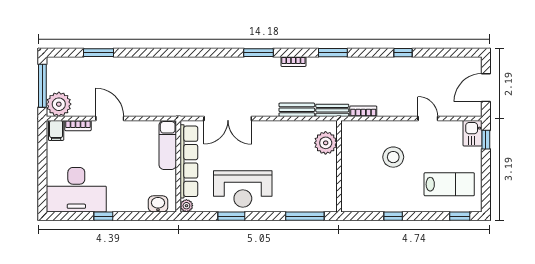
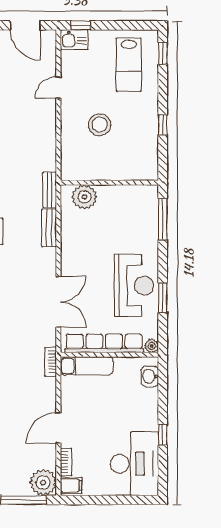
bookcase: (363, 111) -> (51, 362), moved
lab bench: (449, 184) -> (129, 65), turned 180

